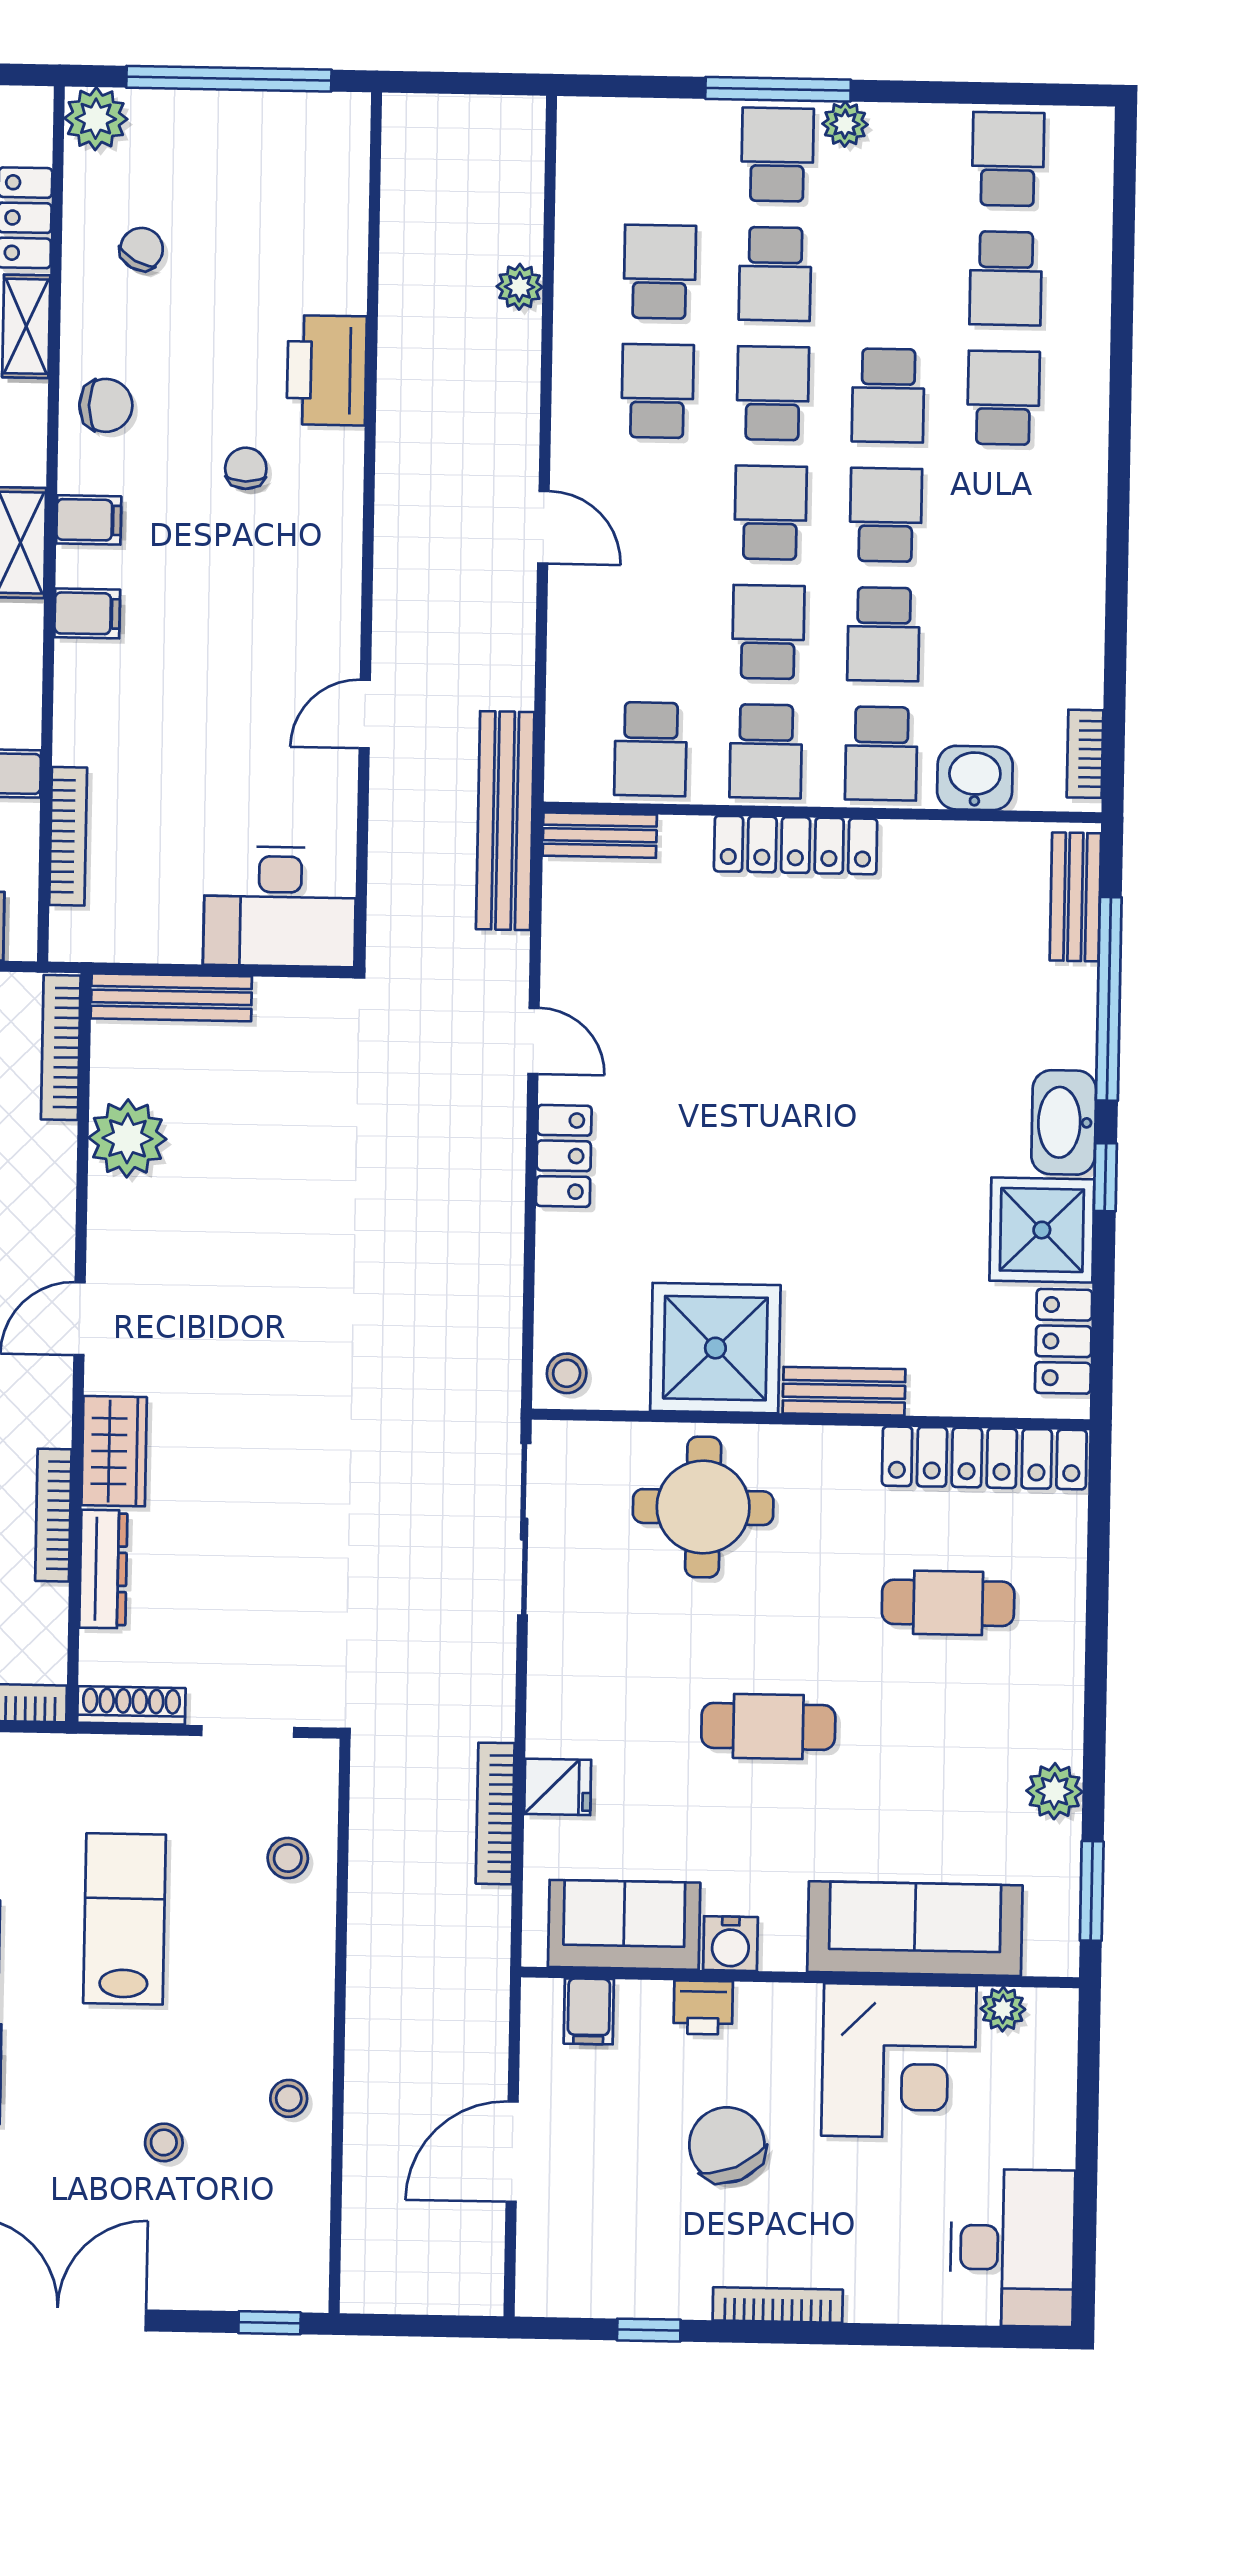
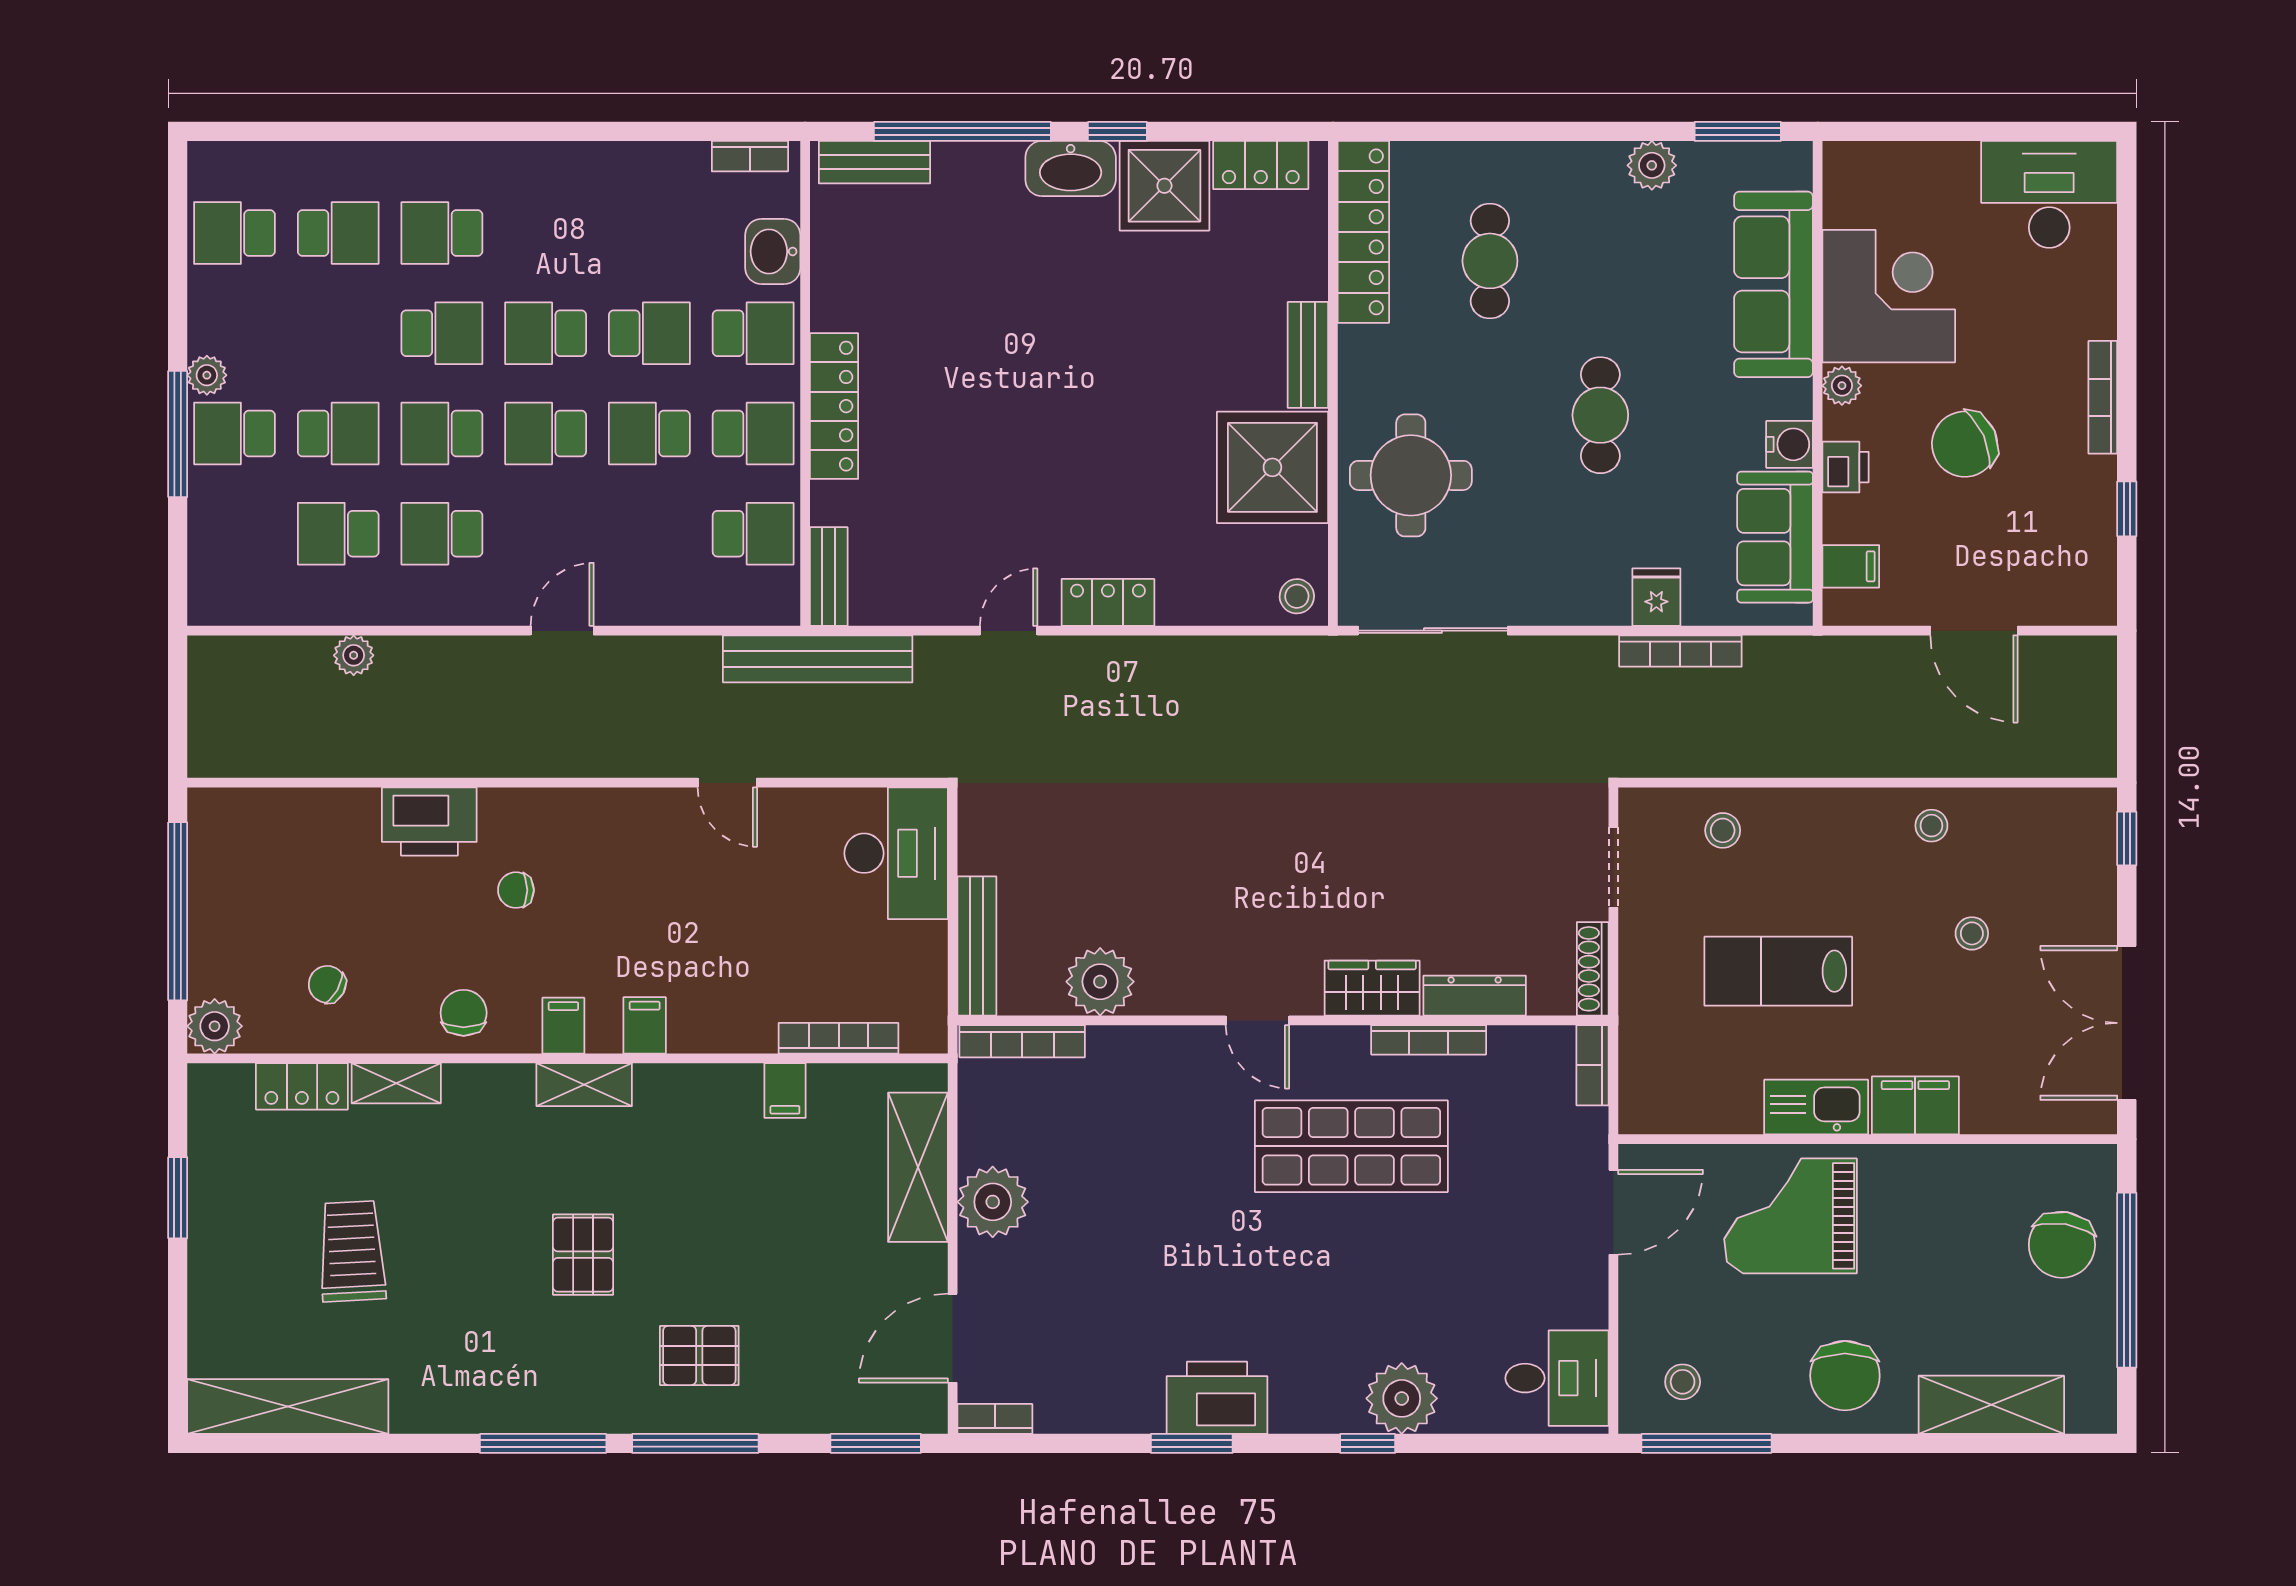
plant: (1003, 2009) -> (1842, 386), moved

